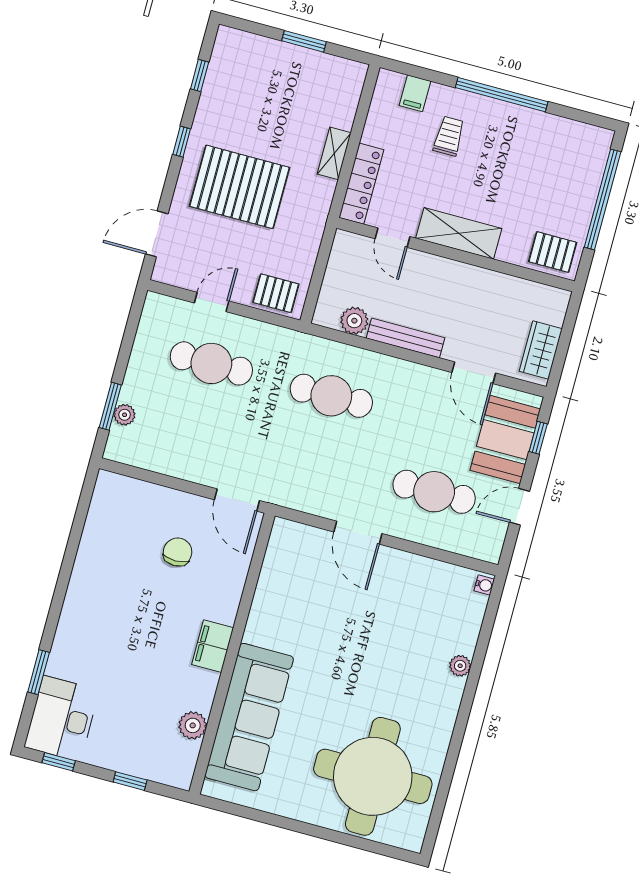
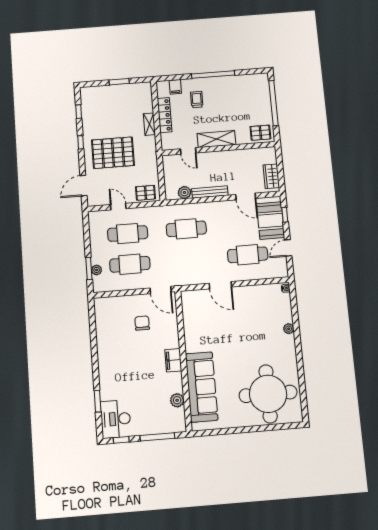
locker: (361, 184) -> (165, 115), moved
door: (212, 302) -> (118, 207), hinge flipped
cafe table: (194, 427) -> (130, 264), added
window: (130, 781) -> (157, 437), width x2.17

